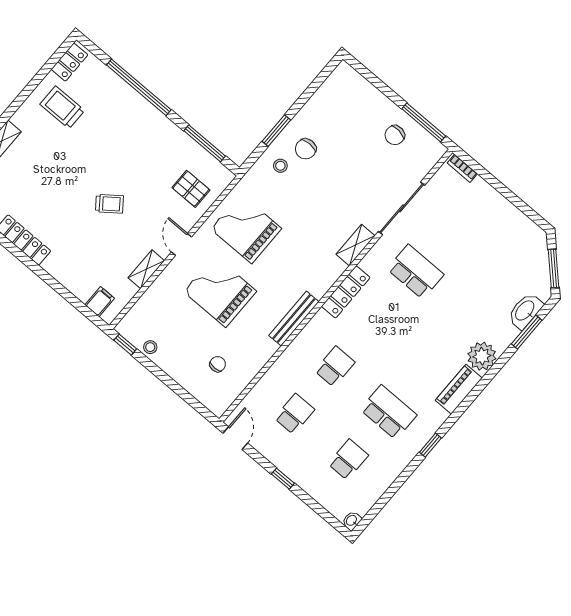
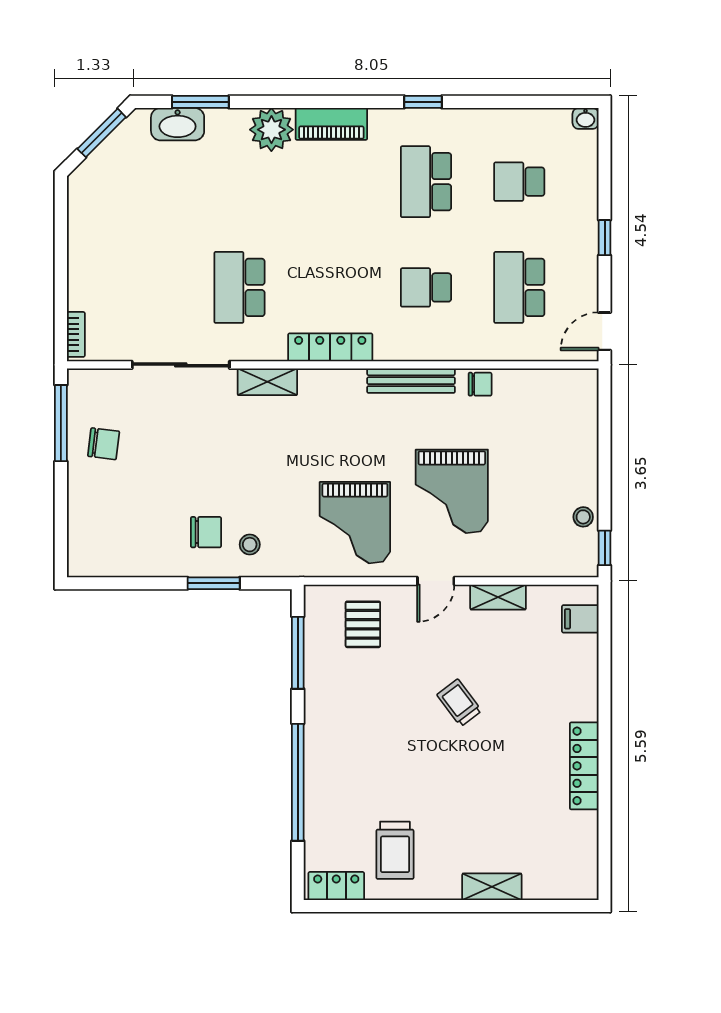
chair: (218, 364) -> (480, 384), moved, turned 180
school desk: (294, 414) -> (519, 287), width x1.85

